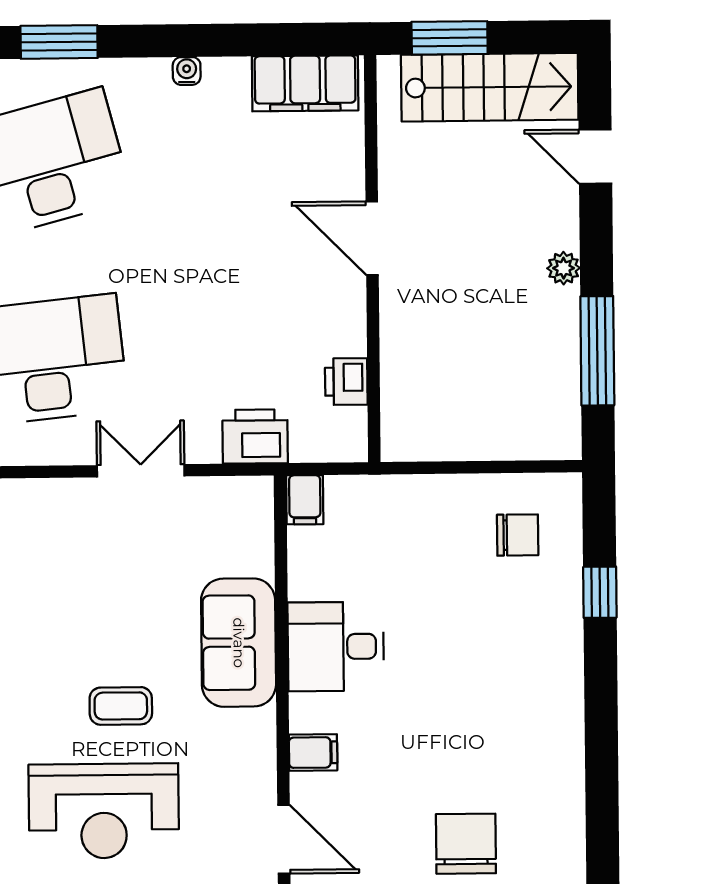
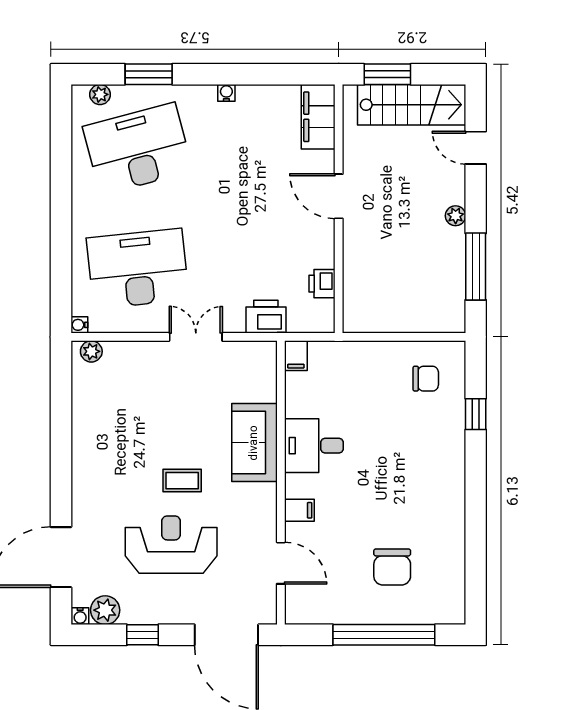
filing cabinet: (305, 83) -> (318, 117), moved, turned 90
reception desk: (104, 811) -> (171, 545), turned 180
chair: (466, 844) -> (392, 567), turned 180

